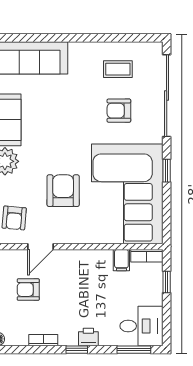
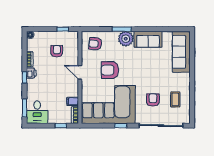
armchair: (63, 191) -> (110, 70), turned 180
door: (40, 247) -> (80, 72), moved
printer: (88, 337) -> (31, 73), moved

